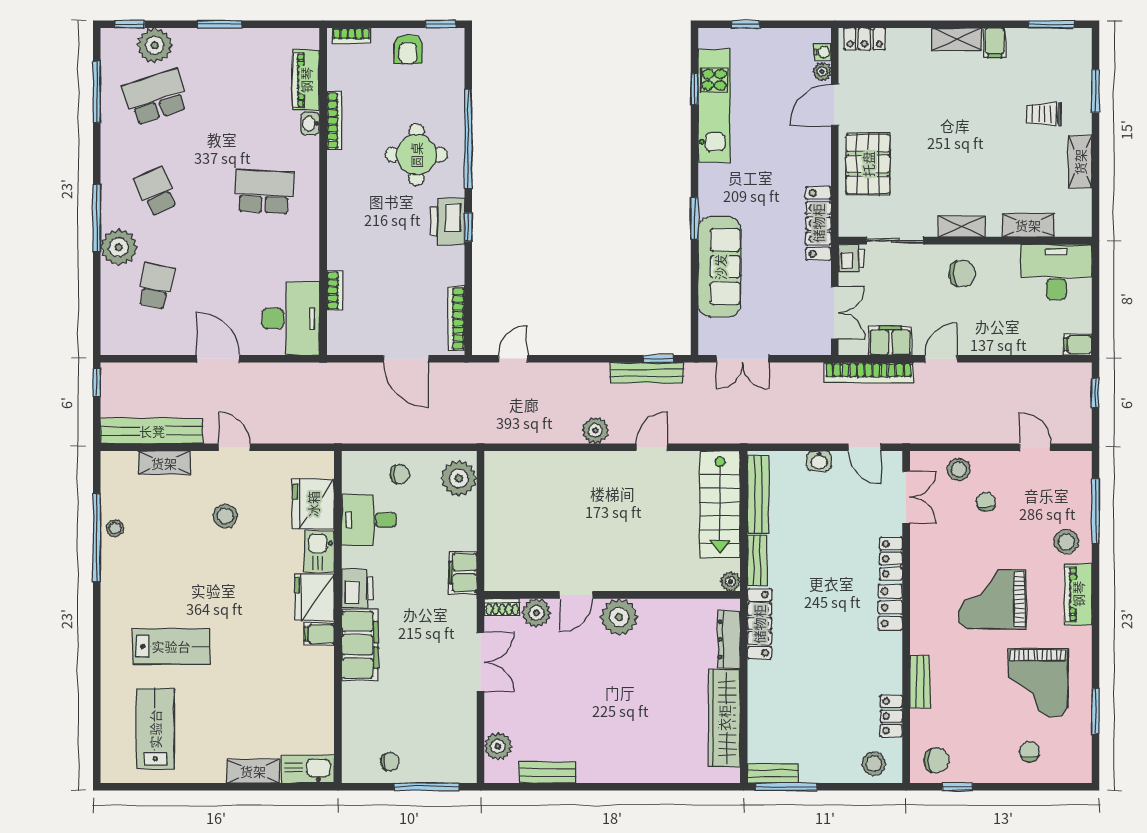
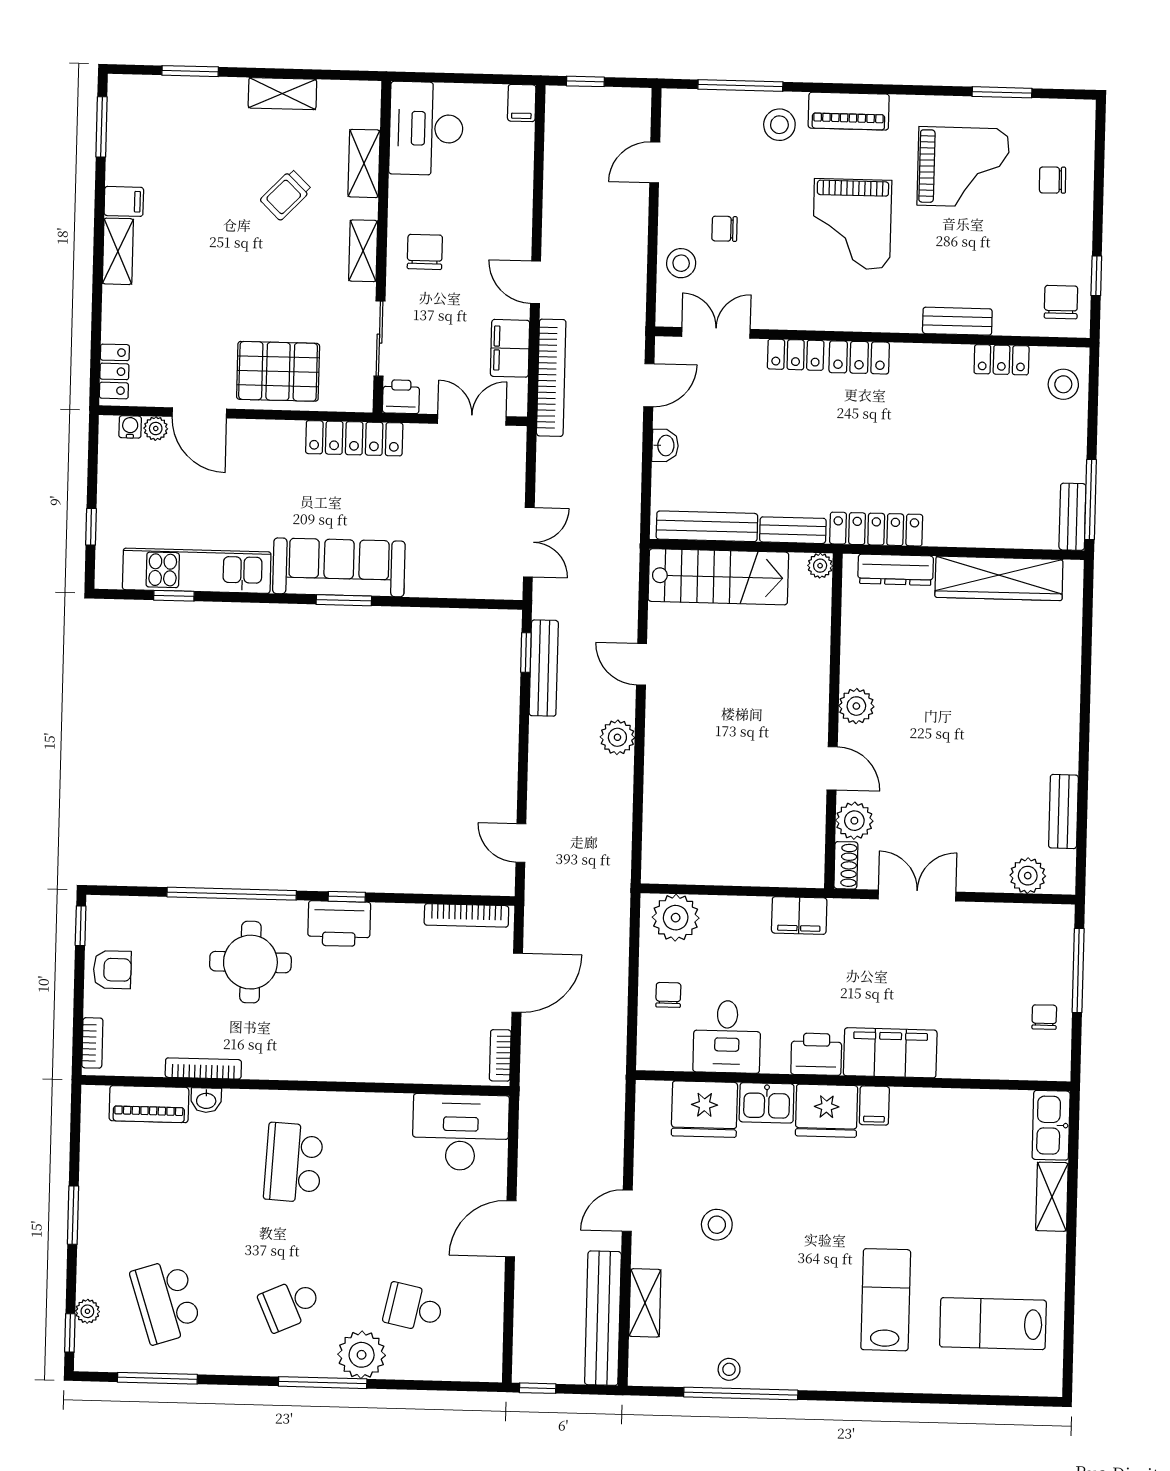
plant: (155, 45) -> (87, 1311), width x0.53, depth x0.53
trolley: (1044, 114) -> (286, 195), moved, turned 44
sofa: (720, 267) -> (339, 567), moved
bookcase: (335, 290) -> (500, 1055), moved, turned -90
plant: (619, 617) -> (856, 706), width x0.73, depth x0.73

